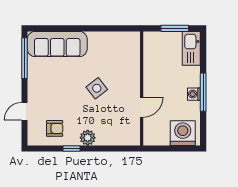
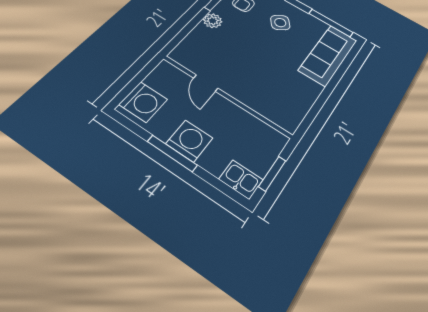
kitchen sink: (191, 48) -> (241, 179), width x0.73
side table: (97, 88) -> (280, 23), moved
washing machine: (194, 94) -> (189, 141), width x1.89, depth x1.89

